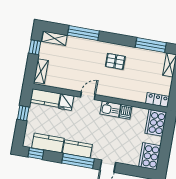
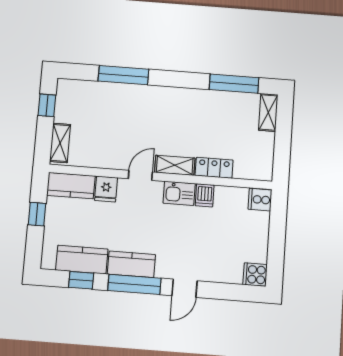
shelving: (54, 38) -> (175, 165), moved
pallet: (115, 61) -> (179, 115), removed
locker: (158, 100) -> (214, 168), moved
cooker: (156, 123) -> (260, 200), width x0.53, depth x0.76
window: (36, 153) -> (81, 280), moved
cooker: (150, 156) -> (255, 275), width x0.53, depth x0.76

